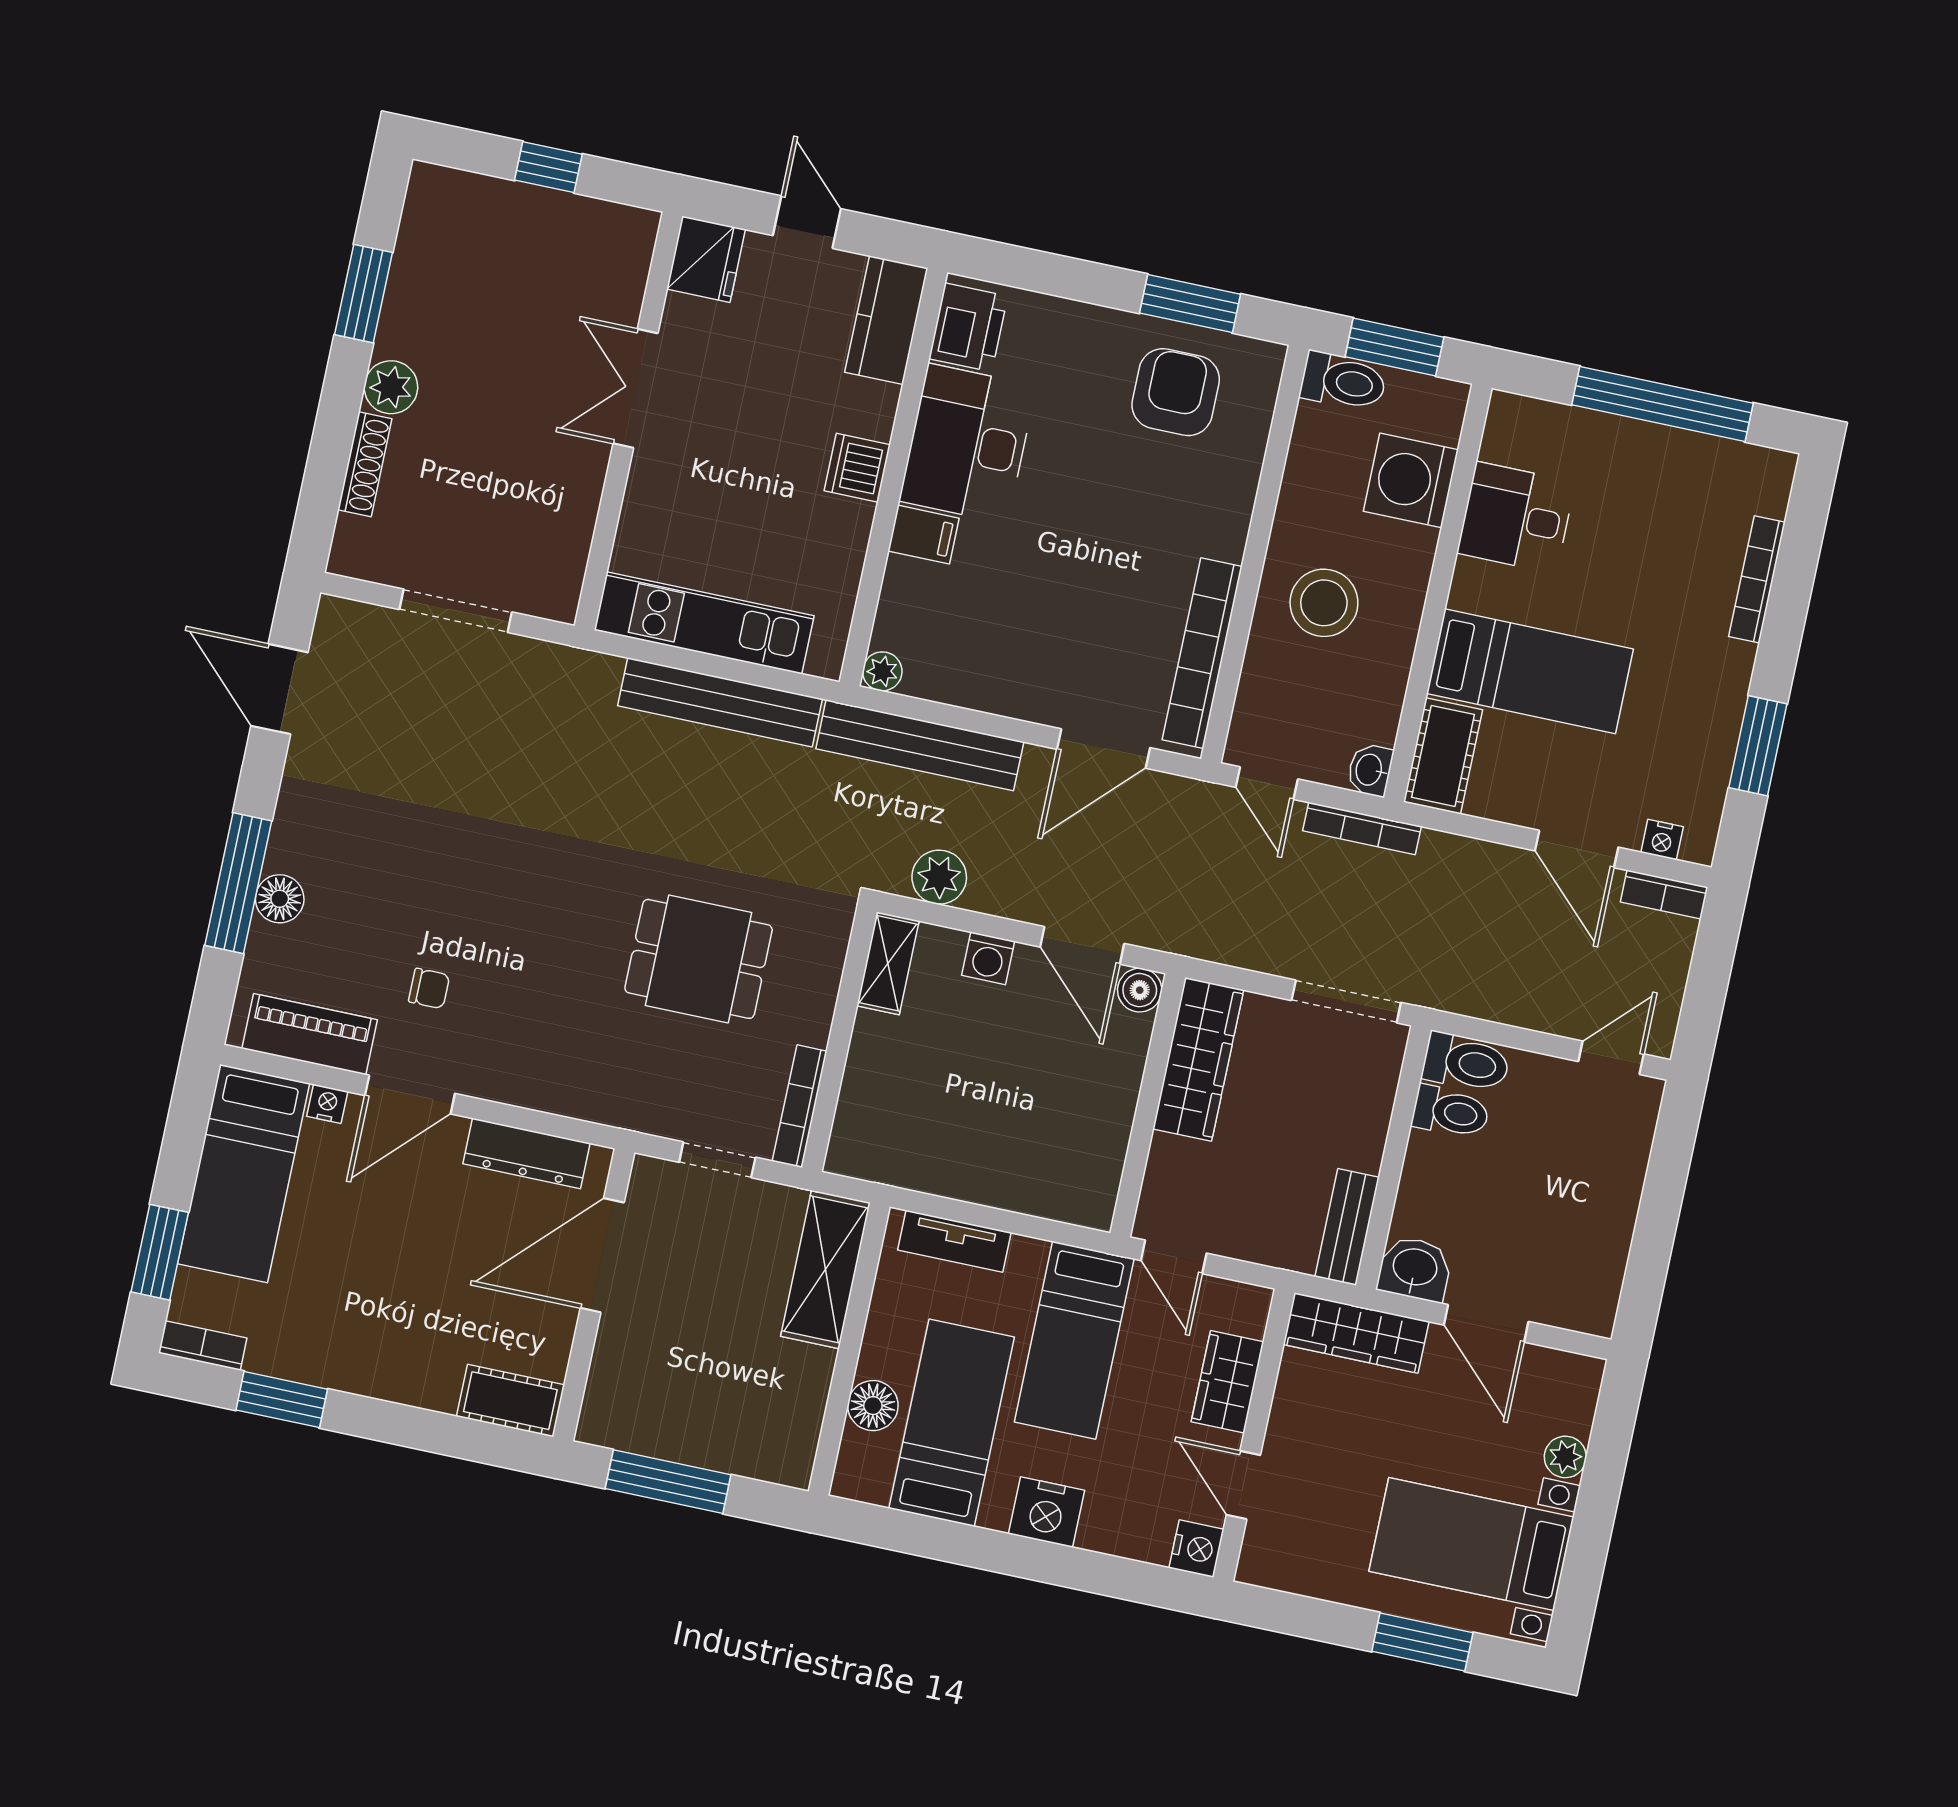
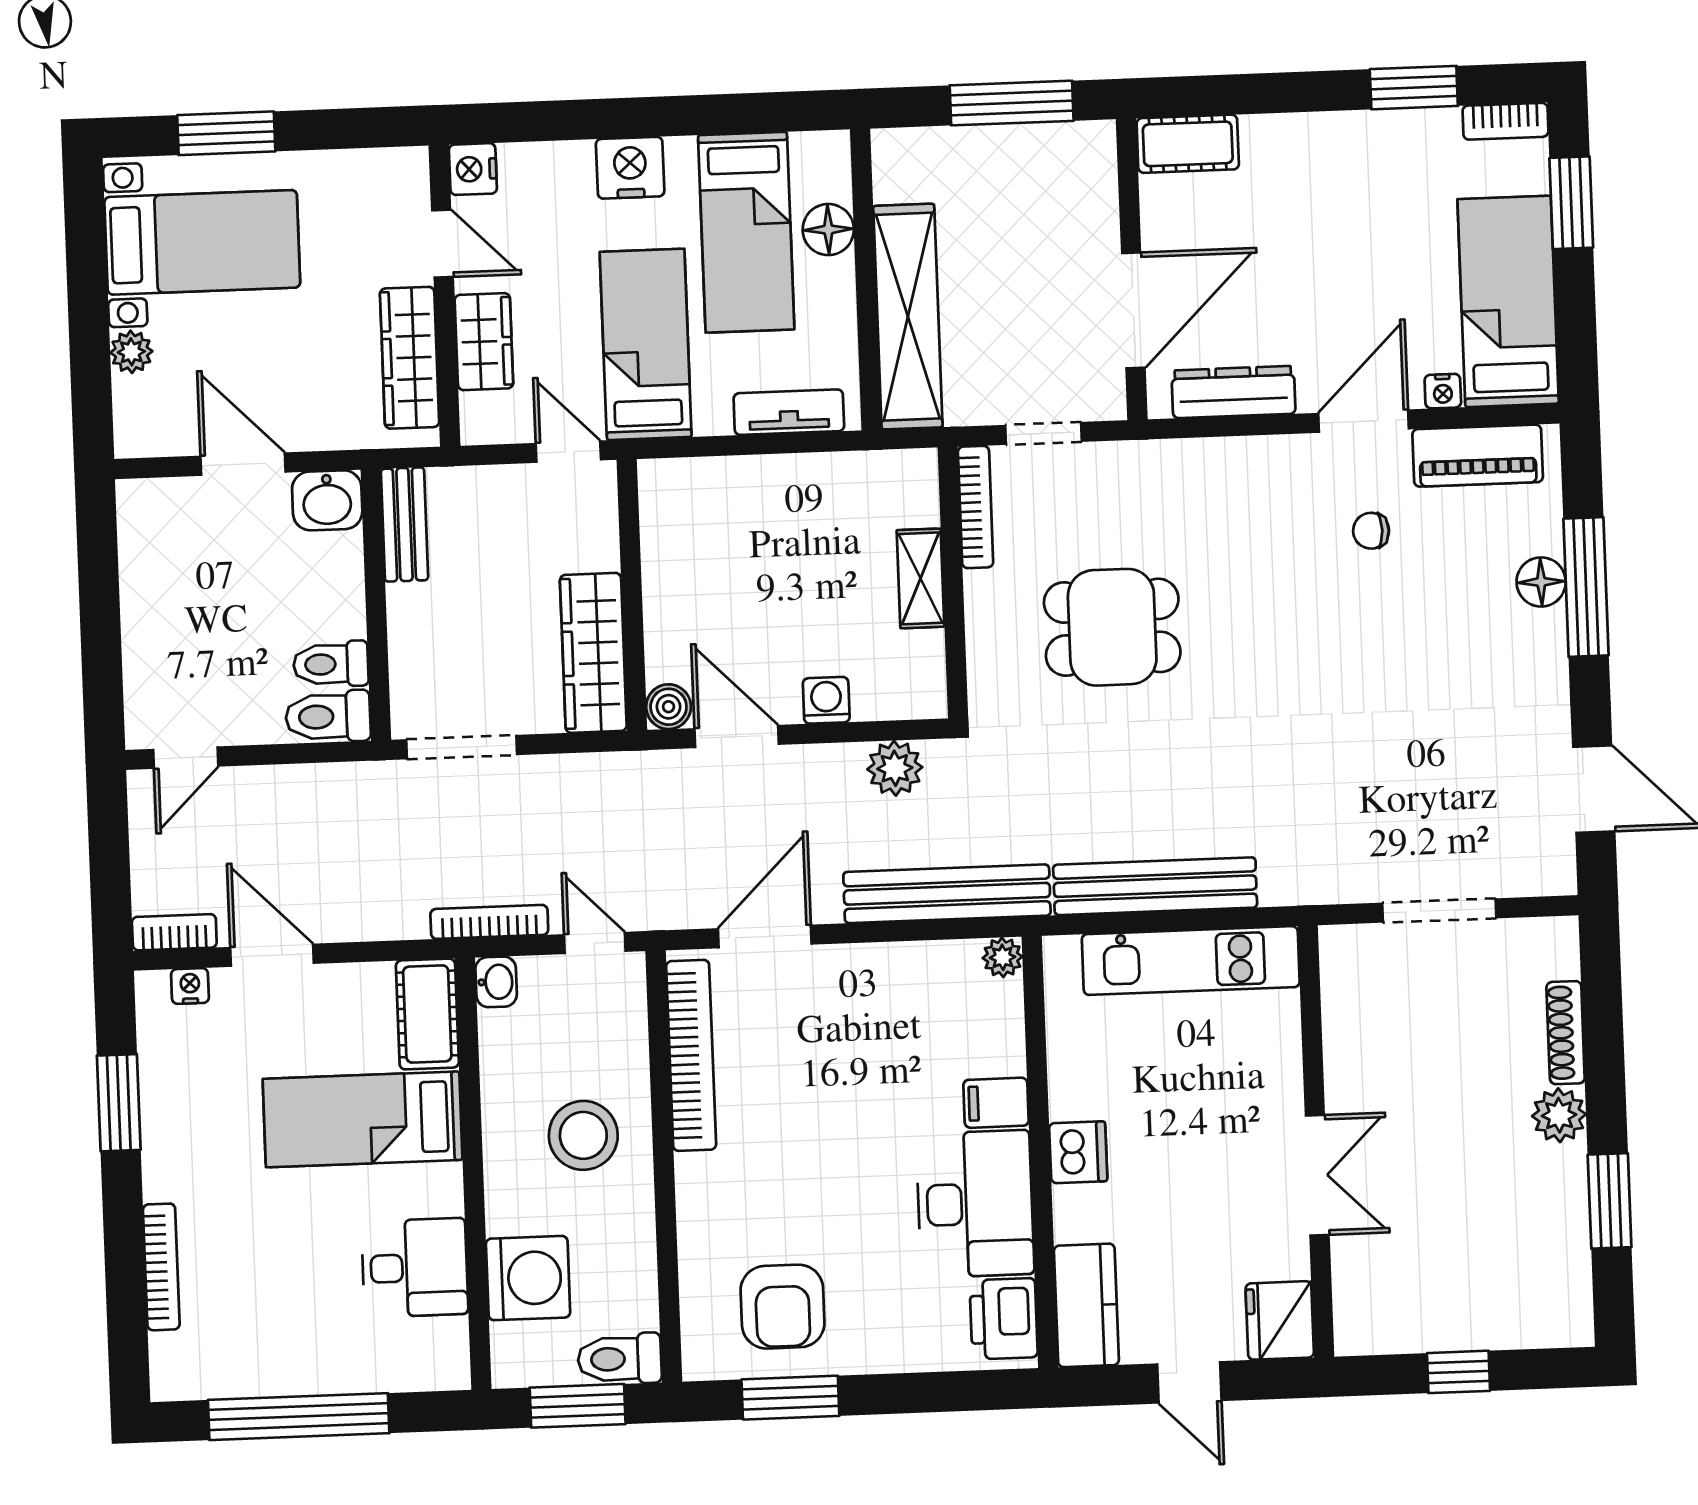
shelving: (888, 963) -> (921, 578), moved
shelving: (825, 1269) -> (908, 317), width x1.47
wardrobe: (1356, 1333) -> (410, 358), moved, turned -90

